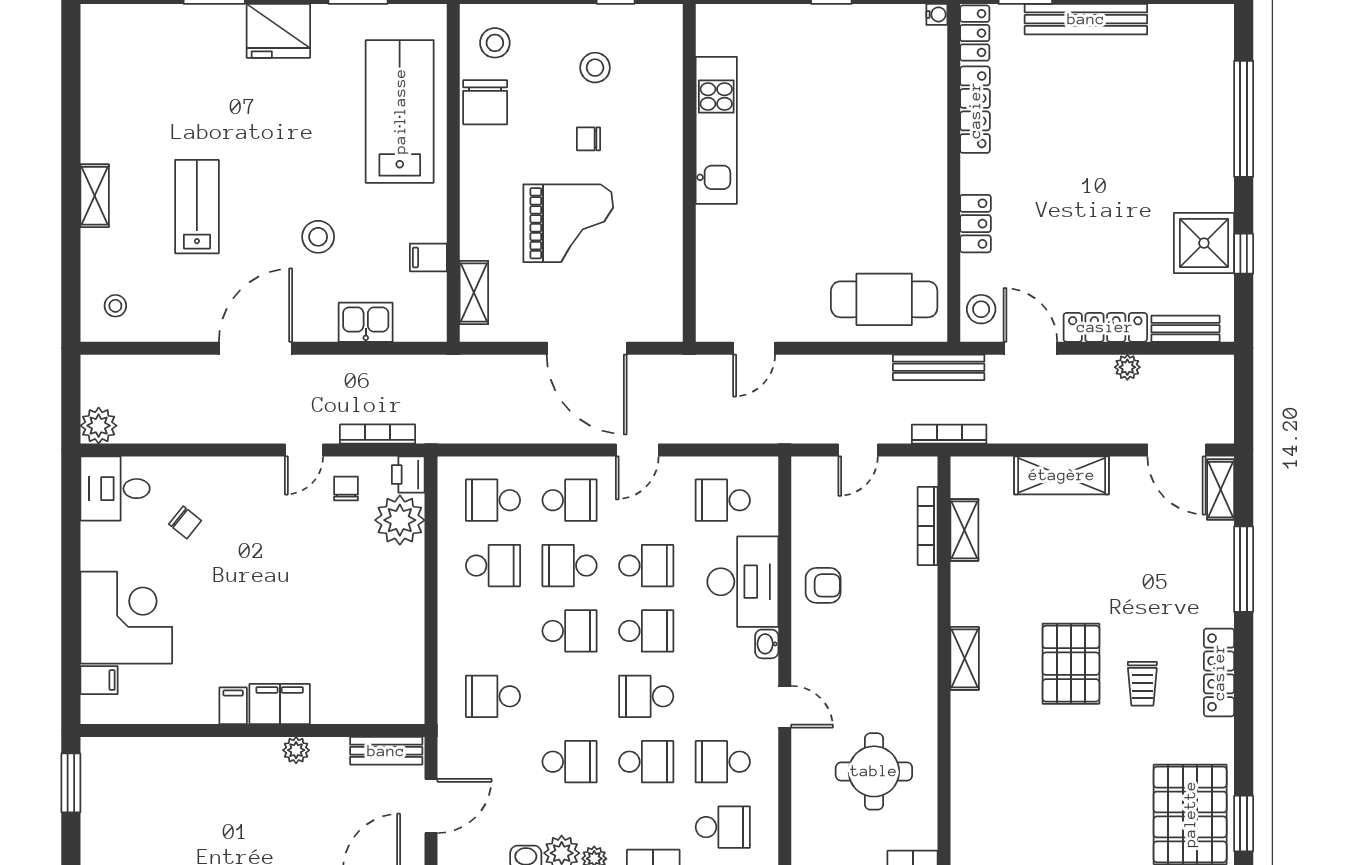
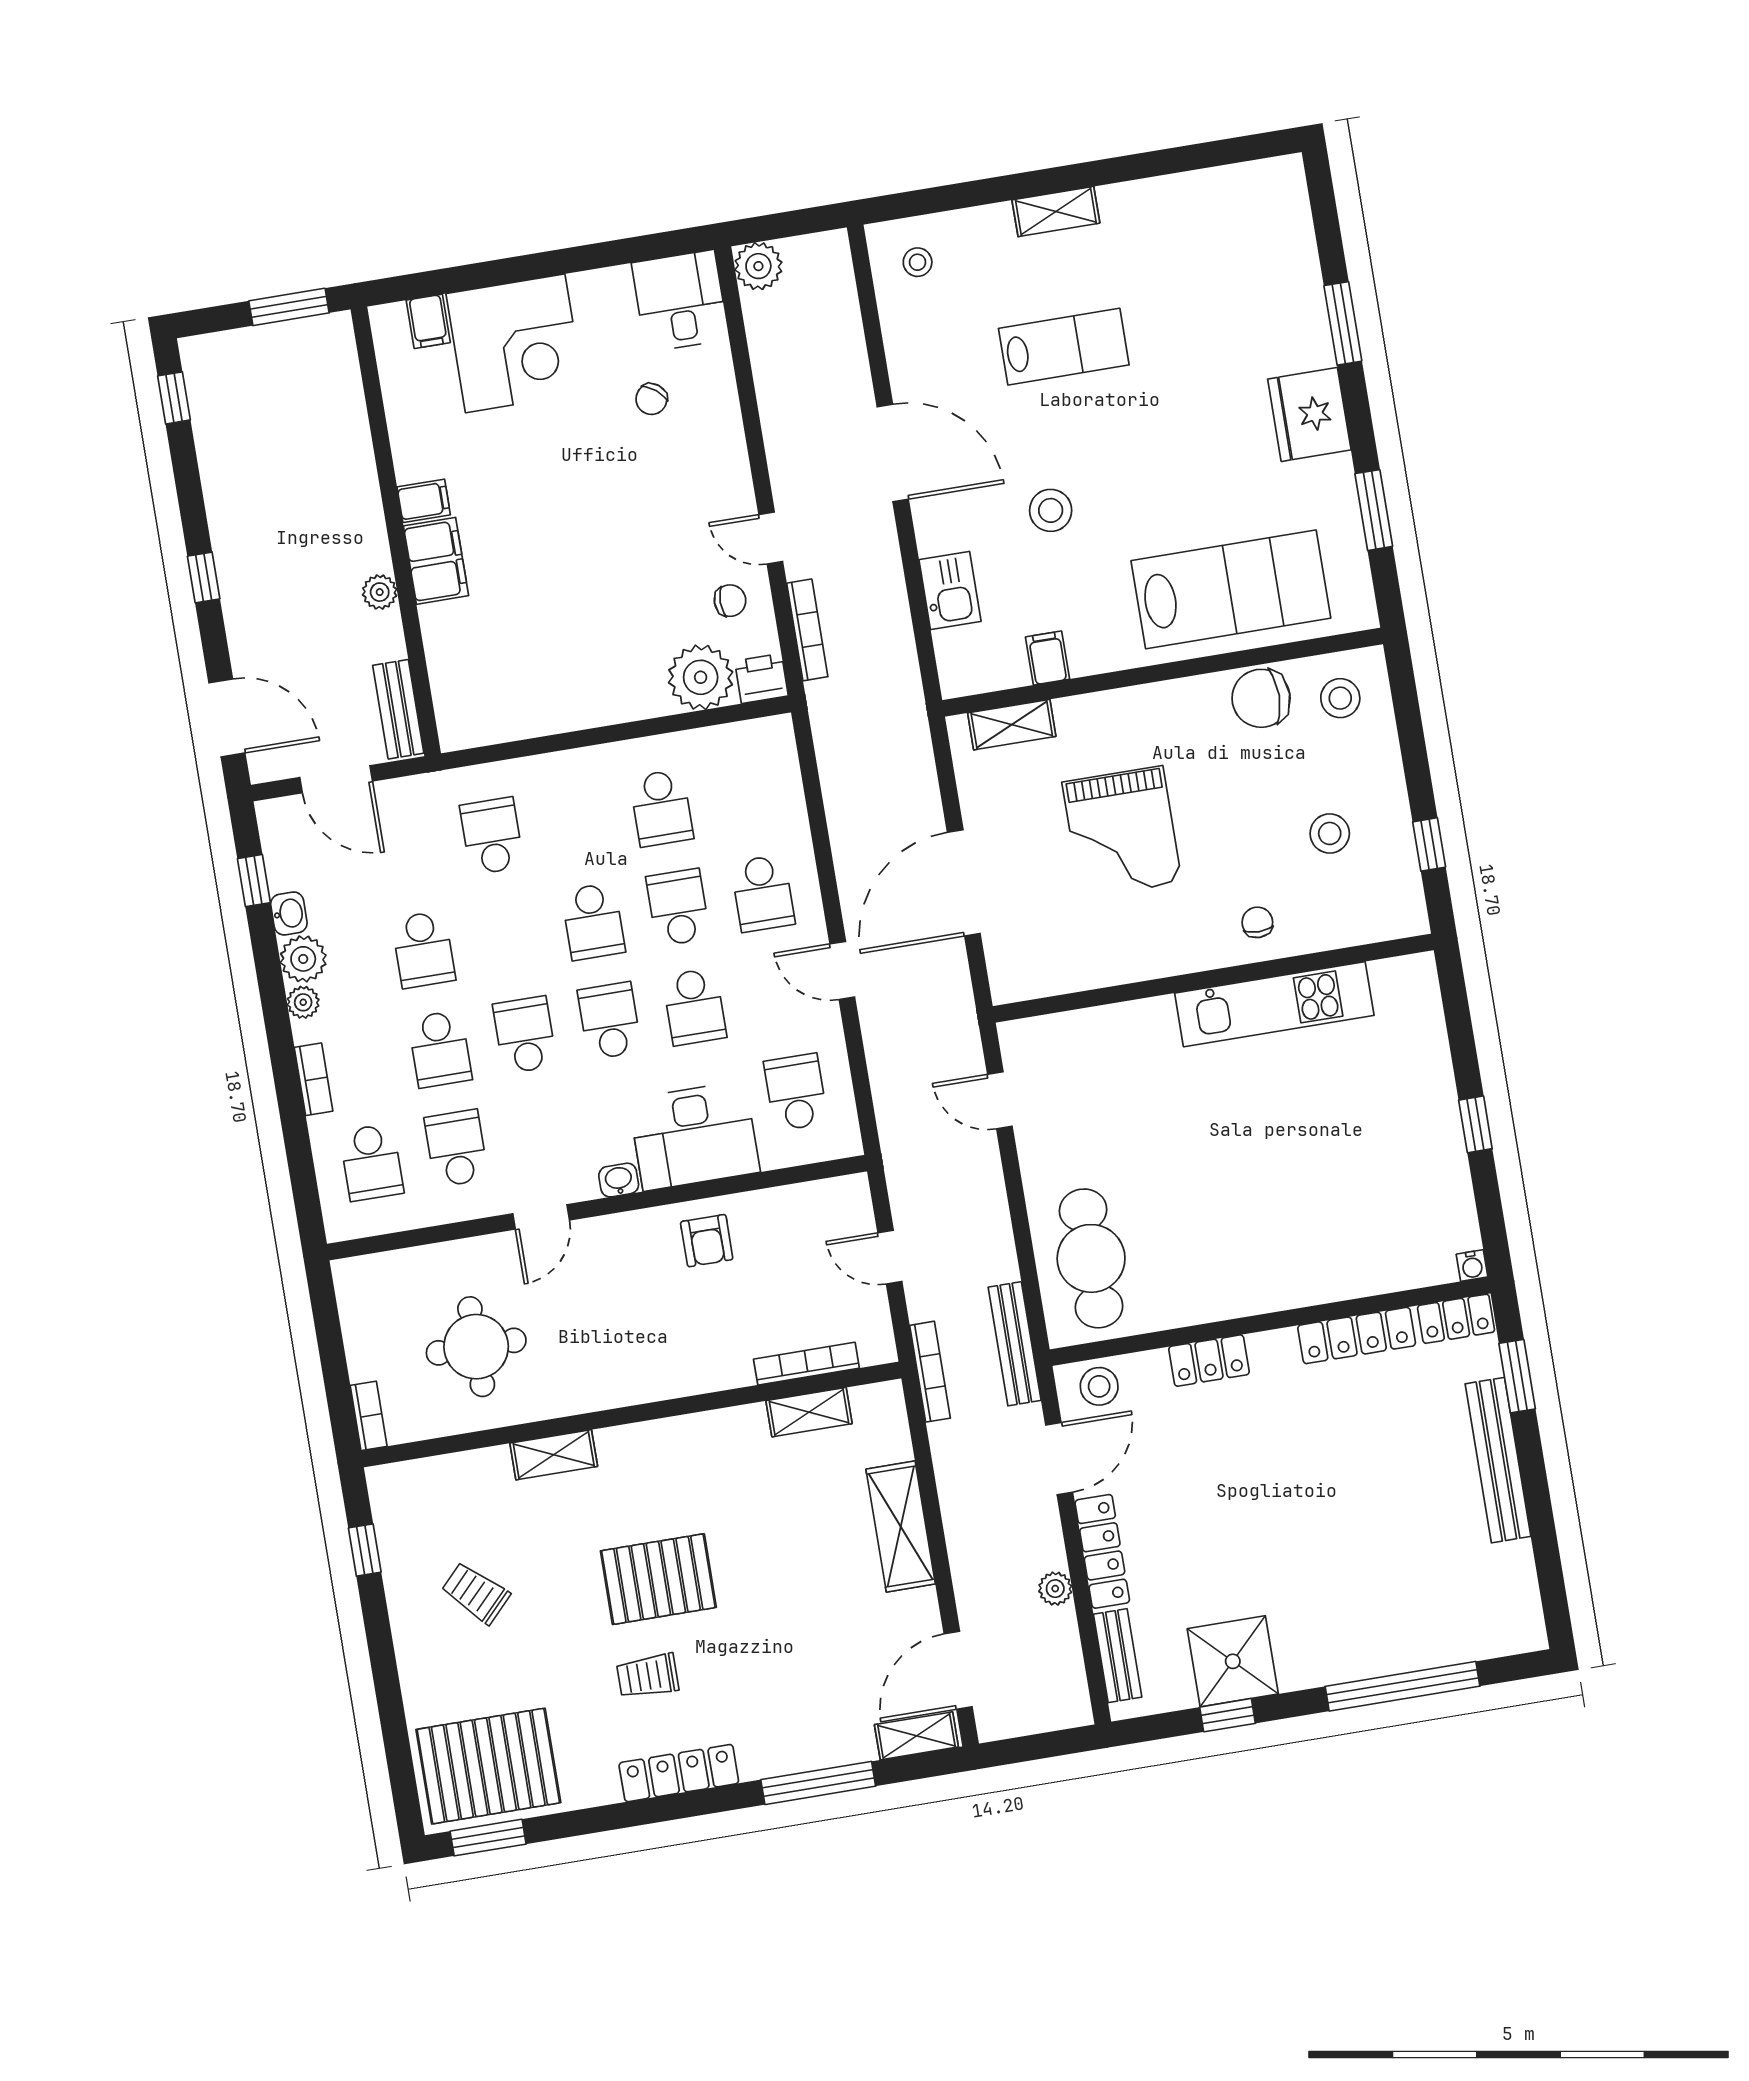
chair: (589, 139) -> (1257, 922), moved
school desk: (493, 500) -> (746, 794), removed
school desk: (646, 631) -> (610, 1021), turned 180
shelving: (965, 658) -> (554, 1455), moved
trolley: (1059, 802) -> (476, 1593), added

